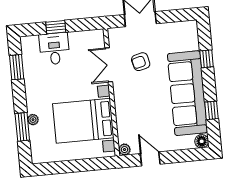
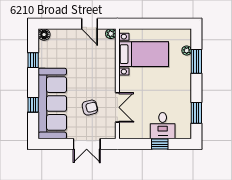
sofa: (187, 93) -> (52, 104), moved
plant: (33, 120) -> (187, 50), moved
bed with nightstands: (83, 121) -> (144, 54), width x0.73

